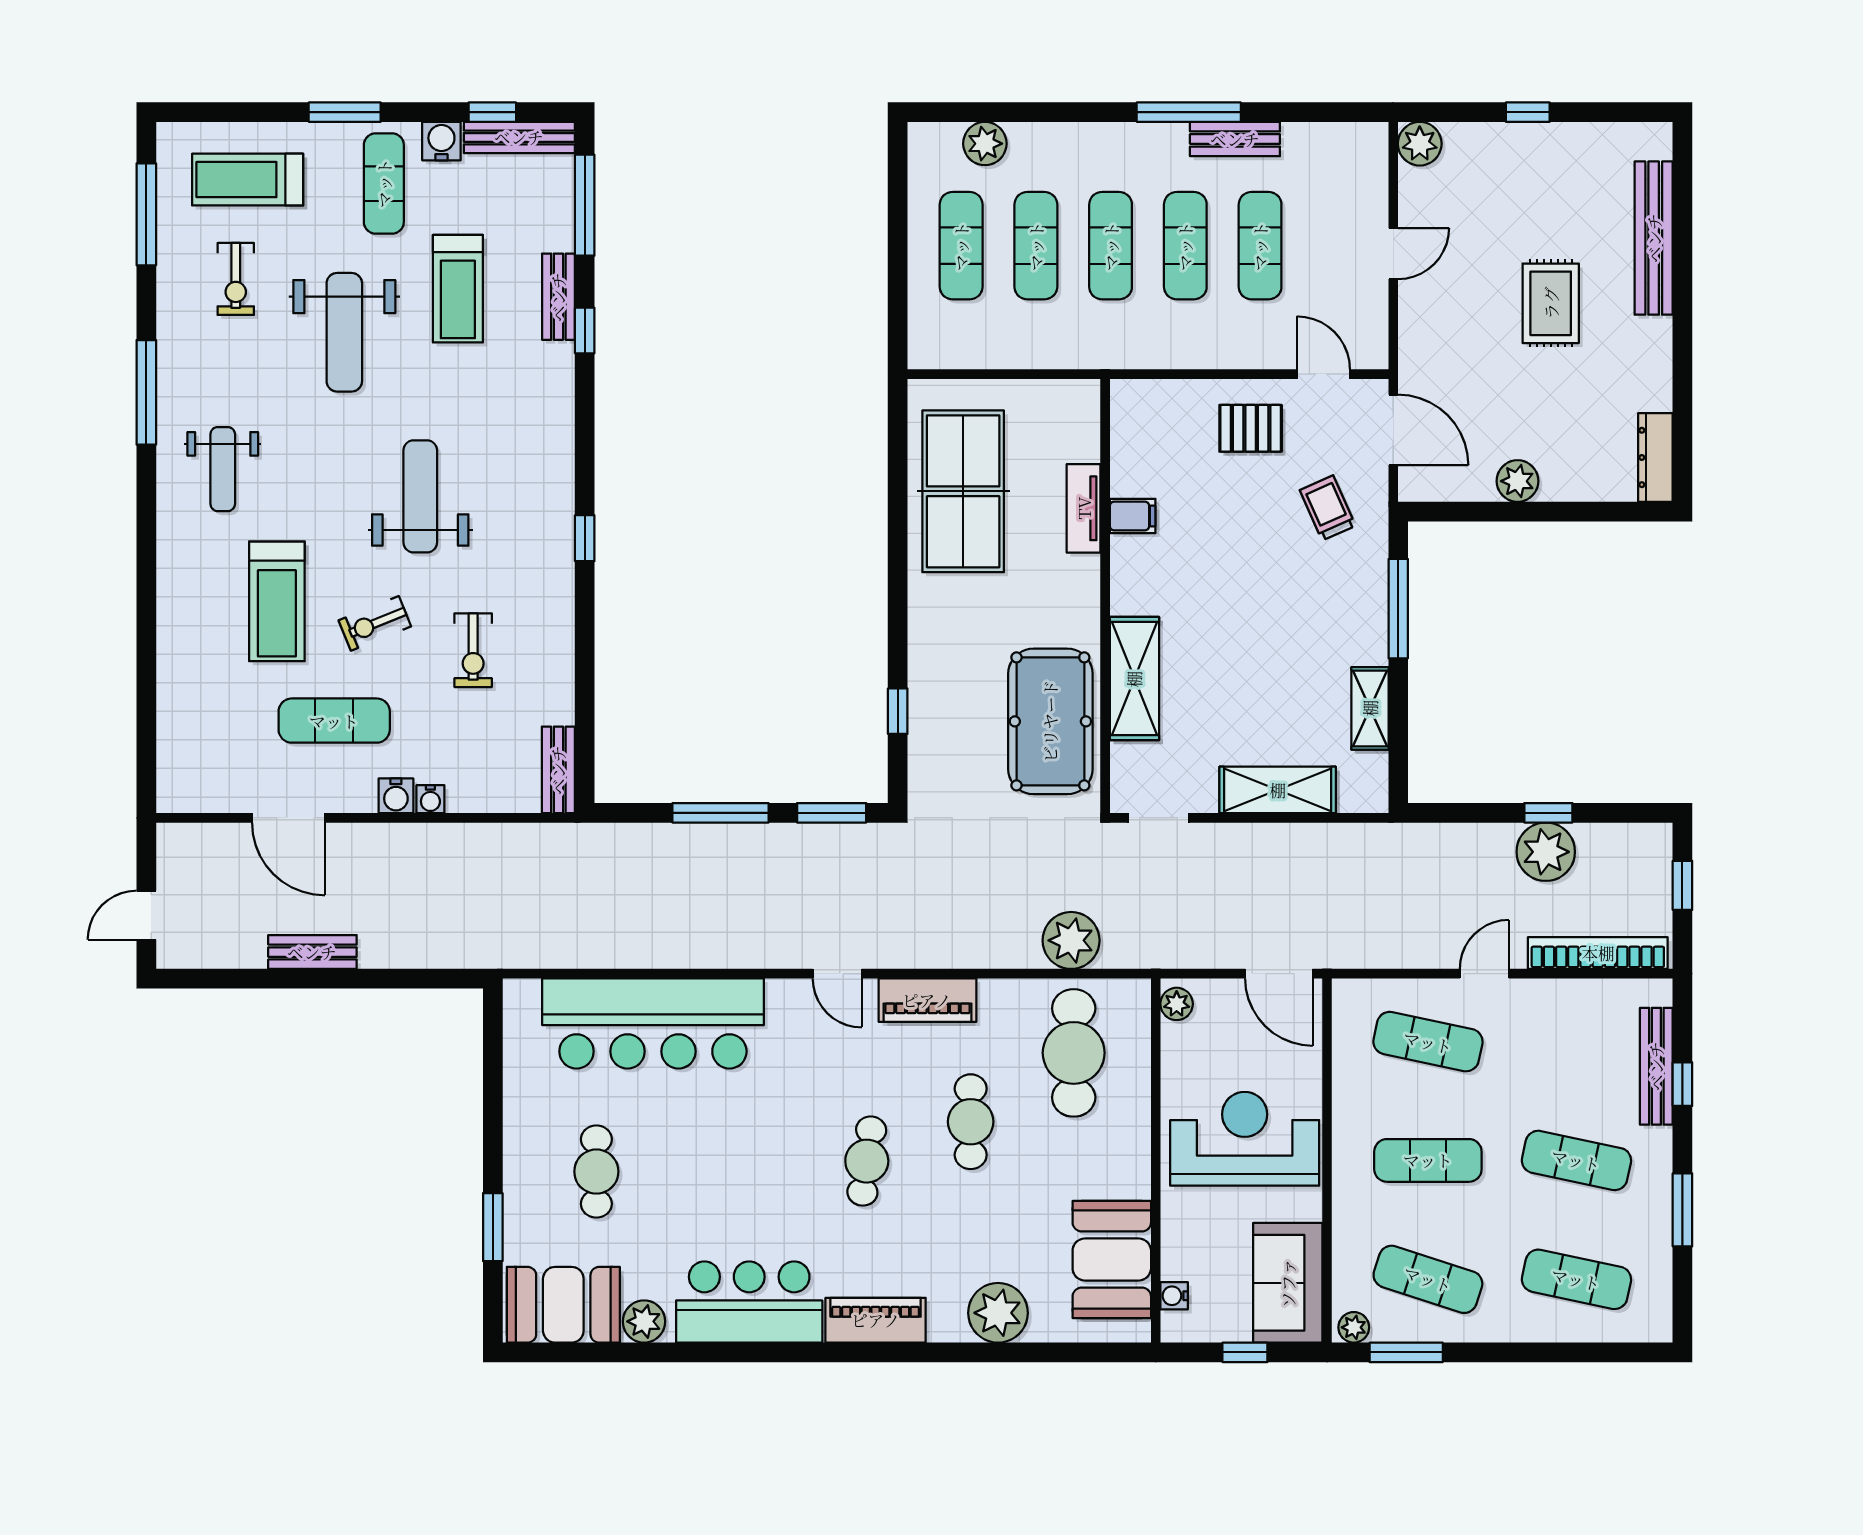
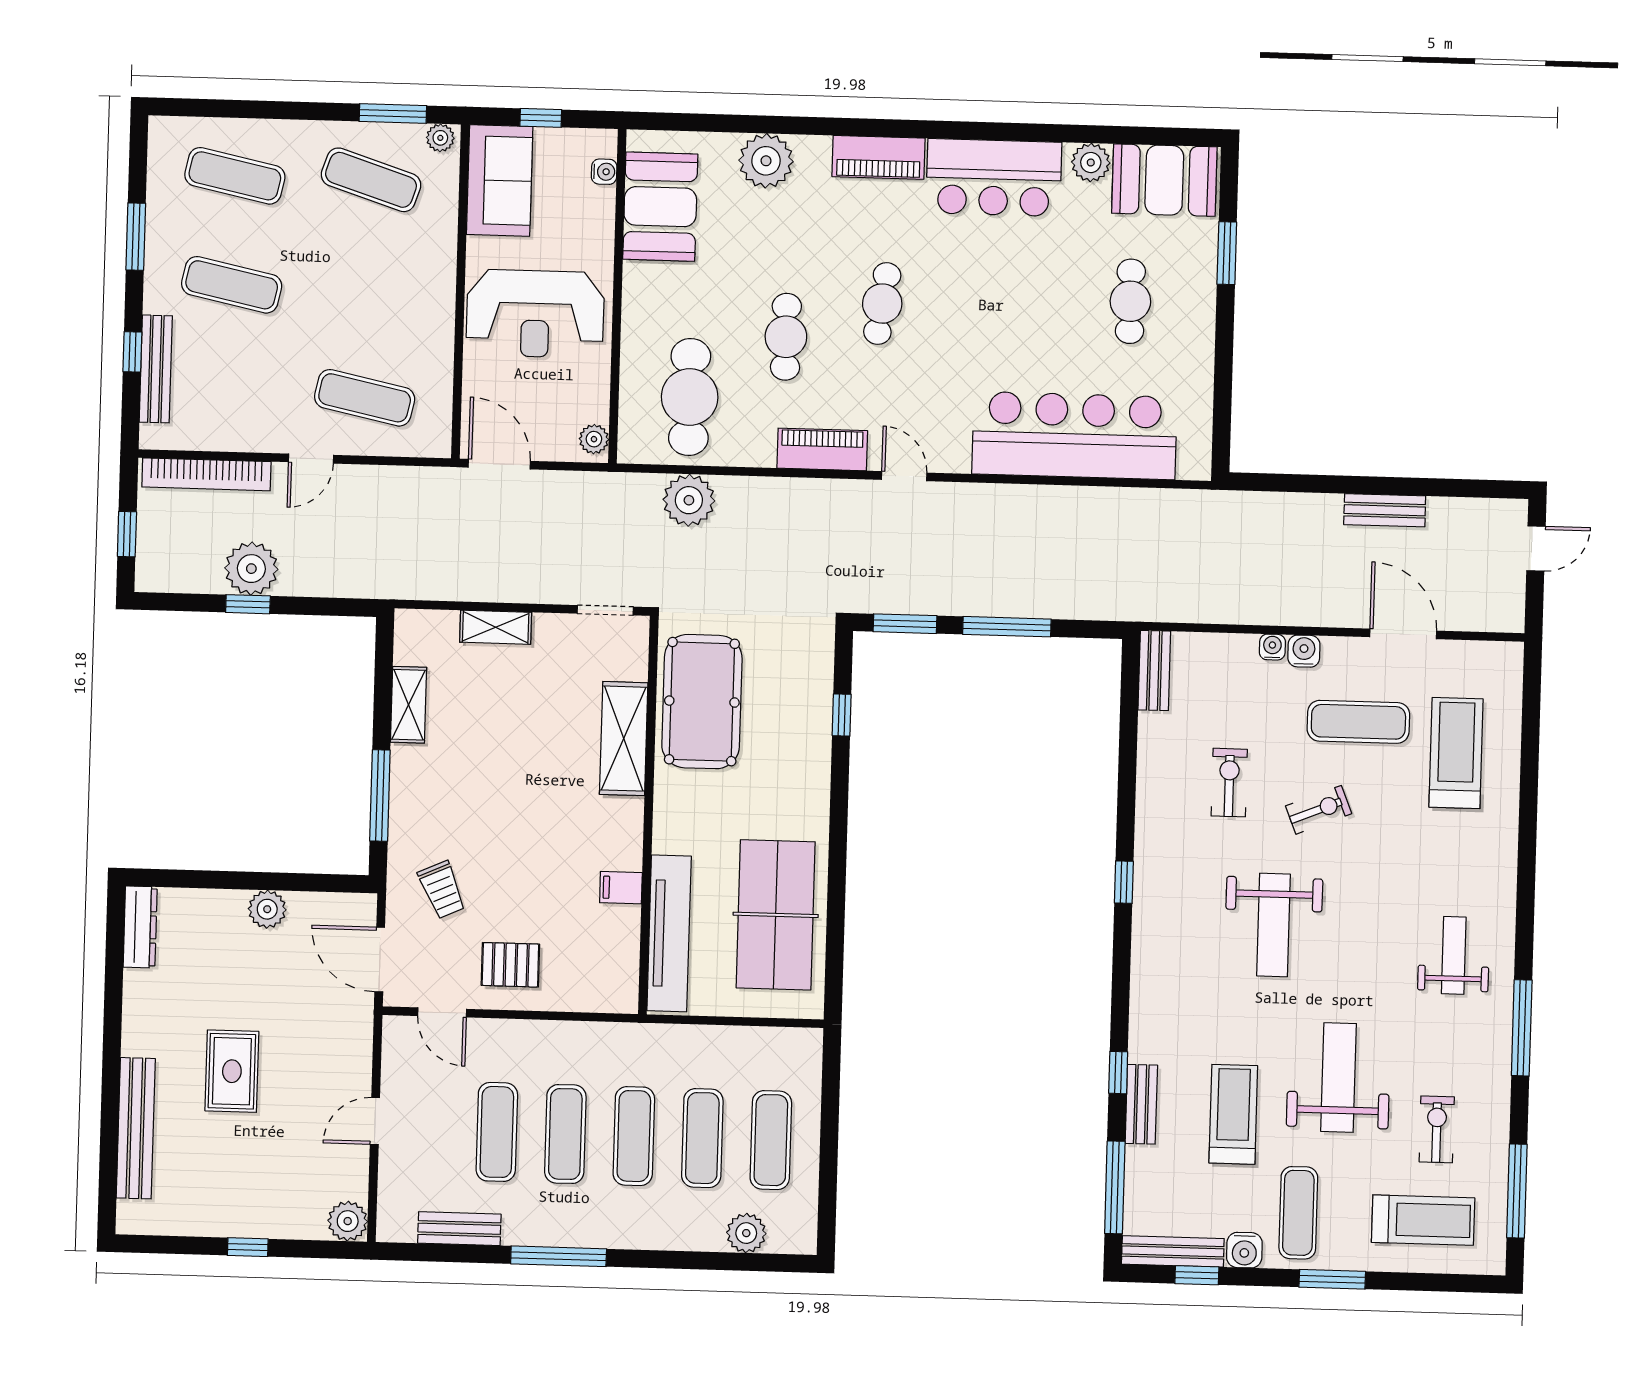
bench: (1235, 139) -> (459, 1229), moved
tv unit: (1084, 508) -> (669, 933), width x1.92, depth x1.29
treadmill: (277, 601) -> (1456, 753), moved
shelving: (1278, 790) -> (496, 627), width x0.67, depth x0.75
exercise mat: (1428, 1160) -> (368, 289), removed

